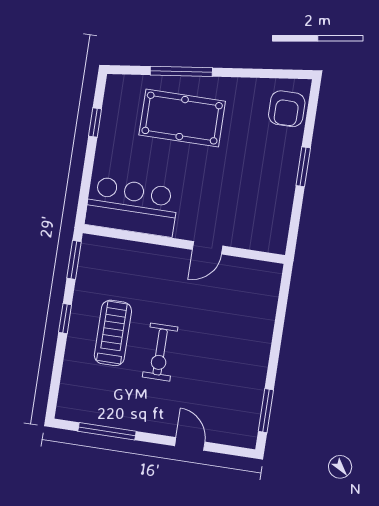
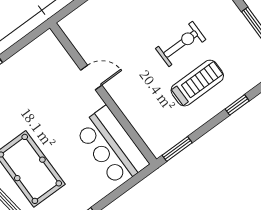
window: (65, 319) -> (237, 105), moved
treadmill: (113, 333) -> (197, 83), turned 180

